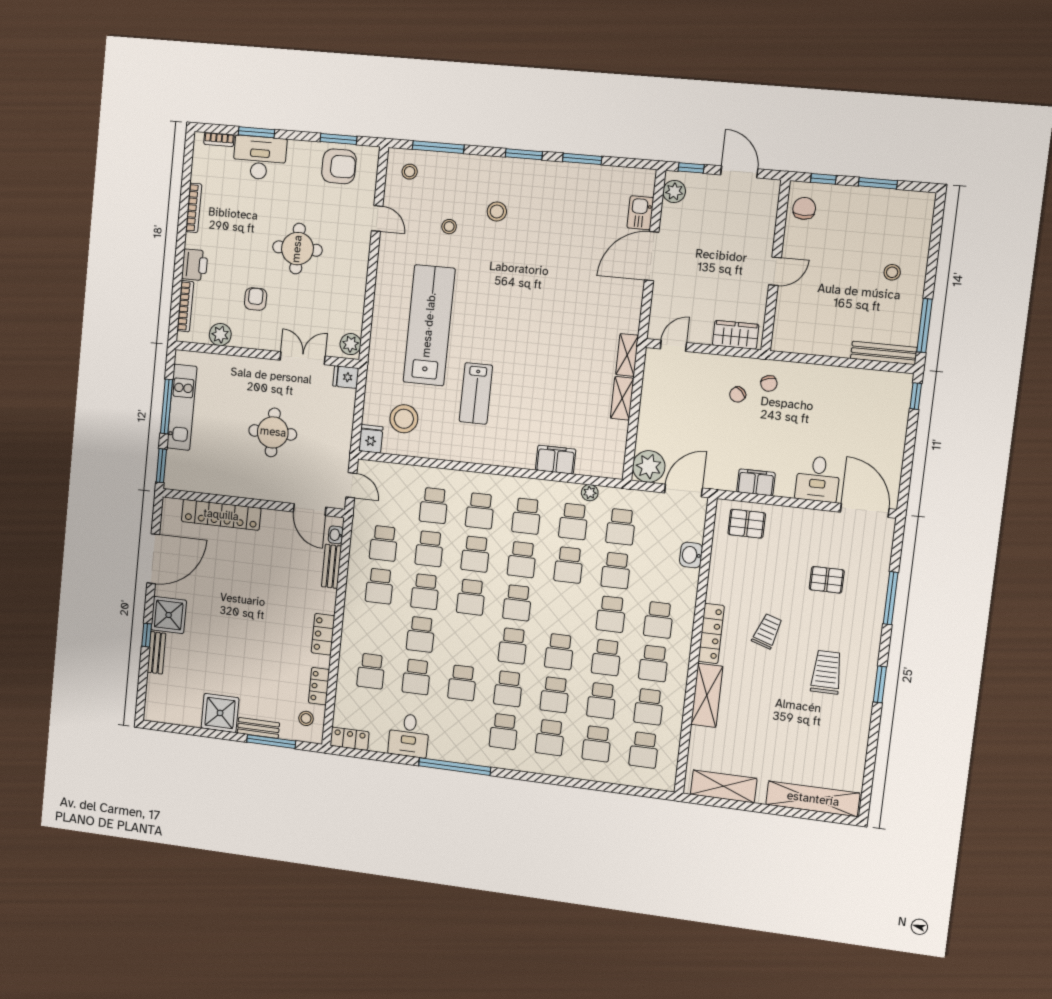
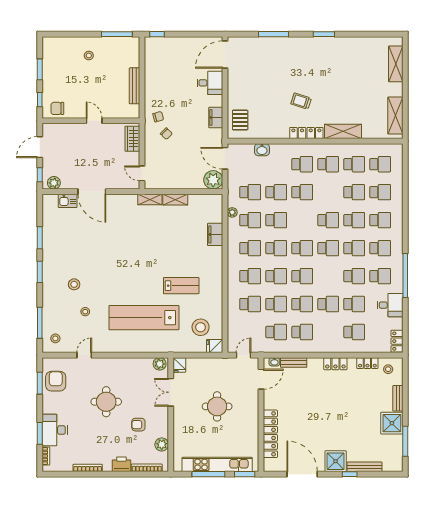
bench: (884, 353) -> (135, 86), moved
kitchen unit: (182, 407) -> (217, 464), width x1.36
pallet: (827, 580) -> (267, 71), removed
bench: (156, 653) -> (364, 467), width x1.36
school desk: (606, 657) -> (380, 276), moved
trolley: (826, 672) -> (321, 65), removed
window: (271, 742) -> (405, 441), moved
shelving: (813, 799) -> (396, 64), width x0.68

